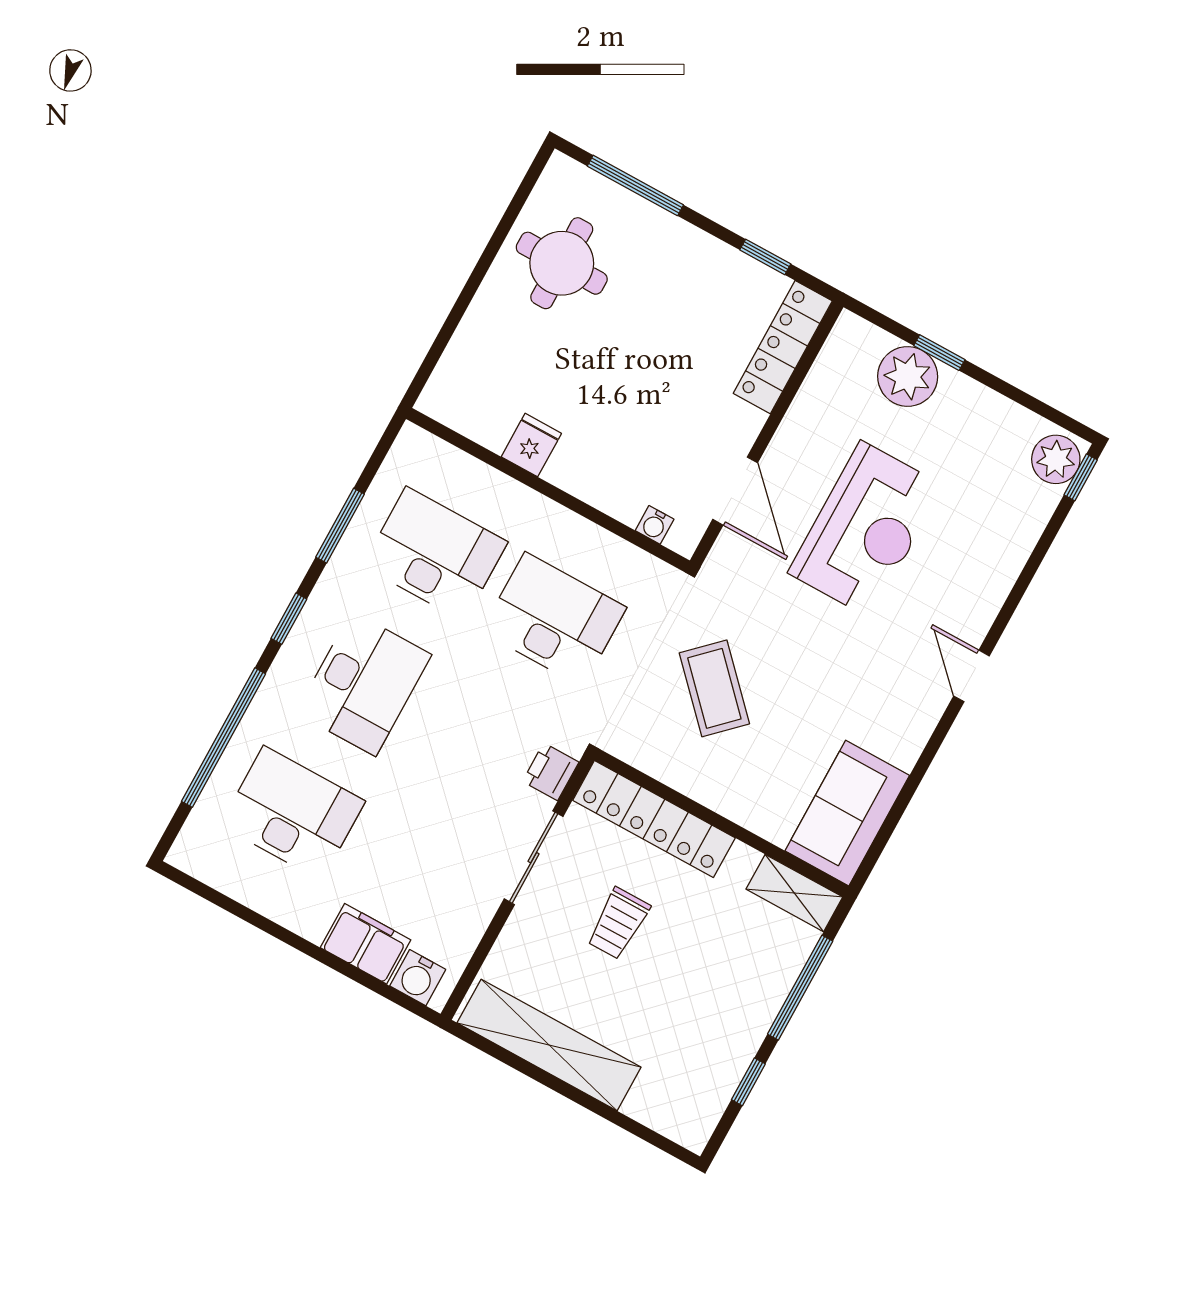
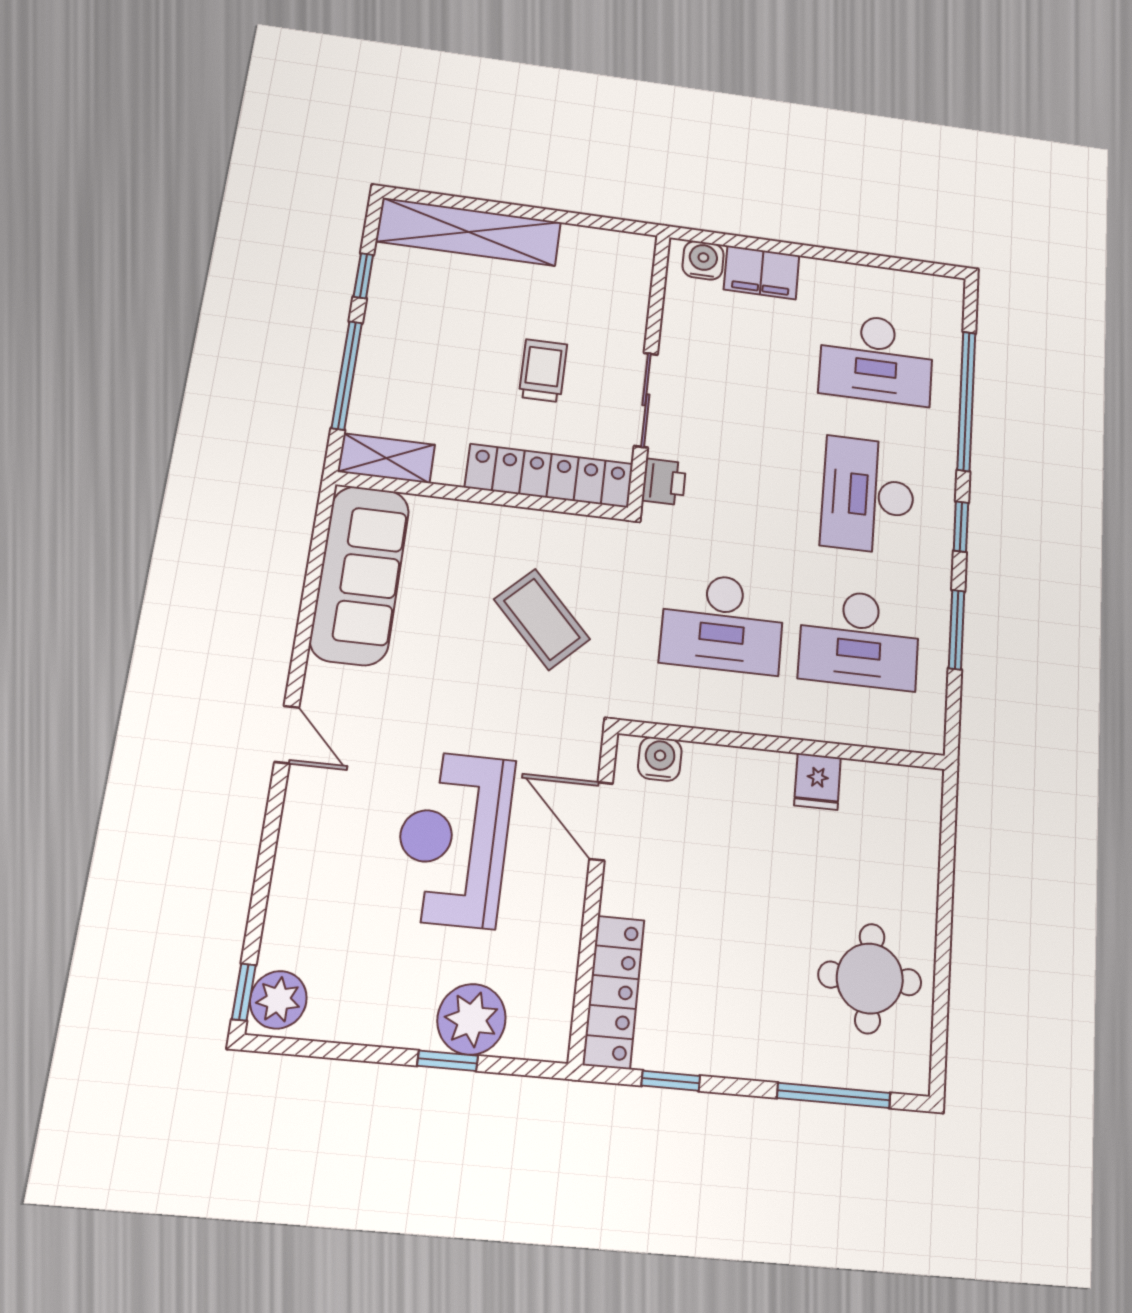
water cooler: (655, 525) -> (660, 759), width x1.38, depth x1.38
sofa: (847, 813) -> (360, 575), width x1.36
shelving: (549, 1045) -> (469, 232), moved

